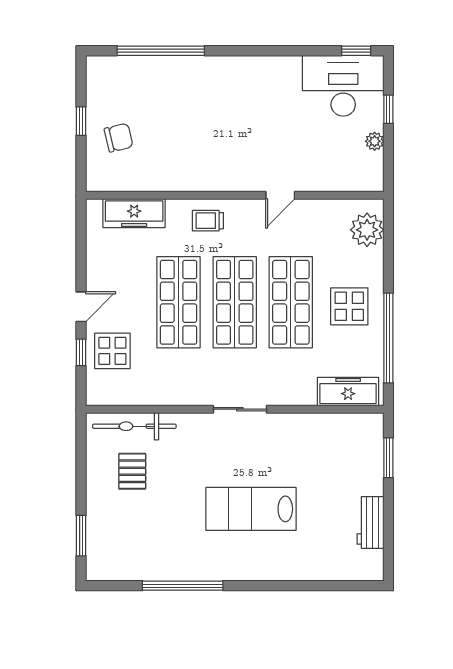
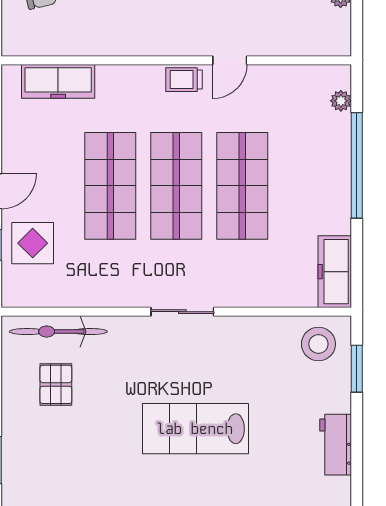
trolley: (208, 221) -> (184, 80), moved
plant: (367, 230) -> (341, 101), width x0.53, depth x0.53
display table: (349, 306) -> (311, 191), removed
window: (388, 338) -> (357, 165), moved
freezer: (348, 392) -> (335, 272), moved, turned -90
stool: (356, 437) -> (318, 344), added

